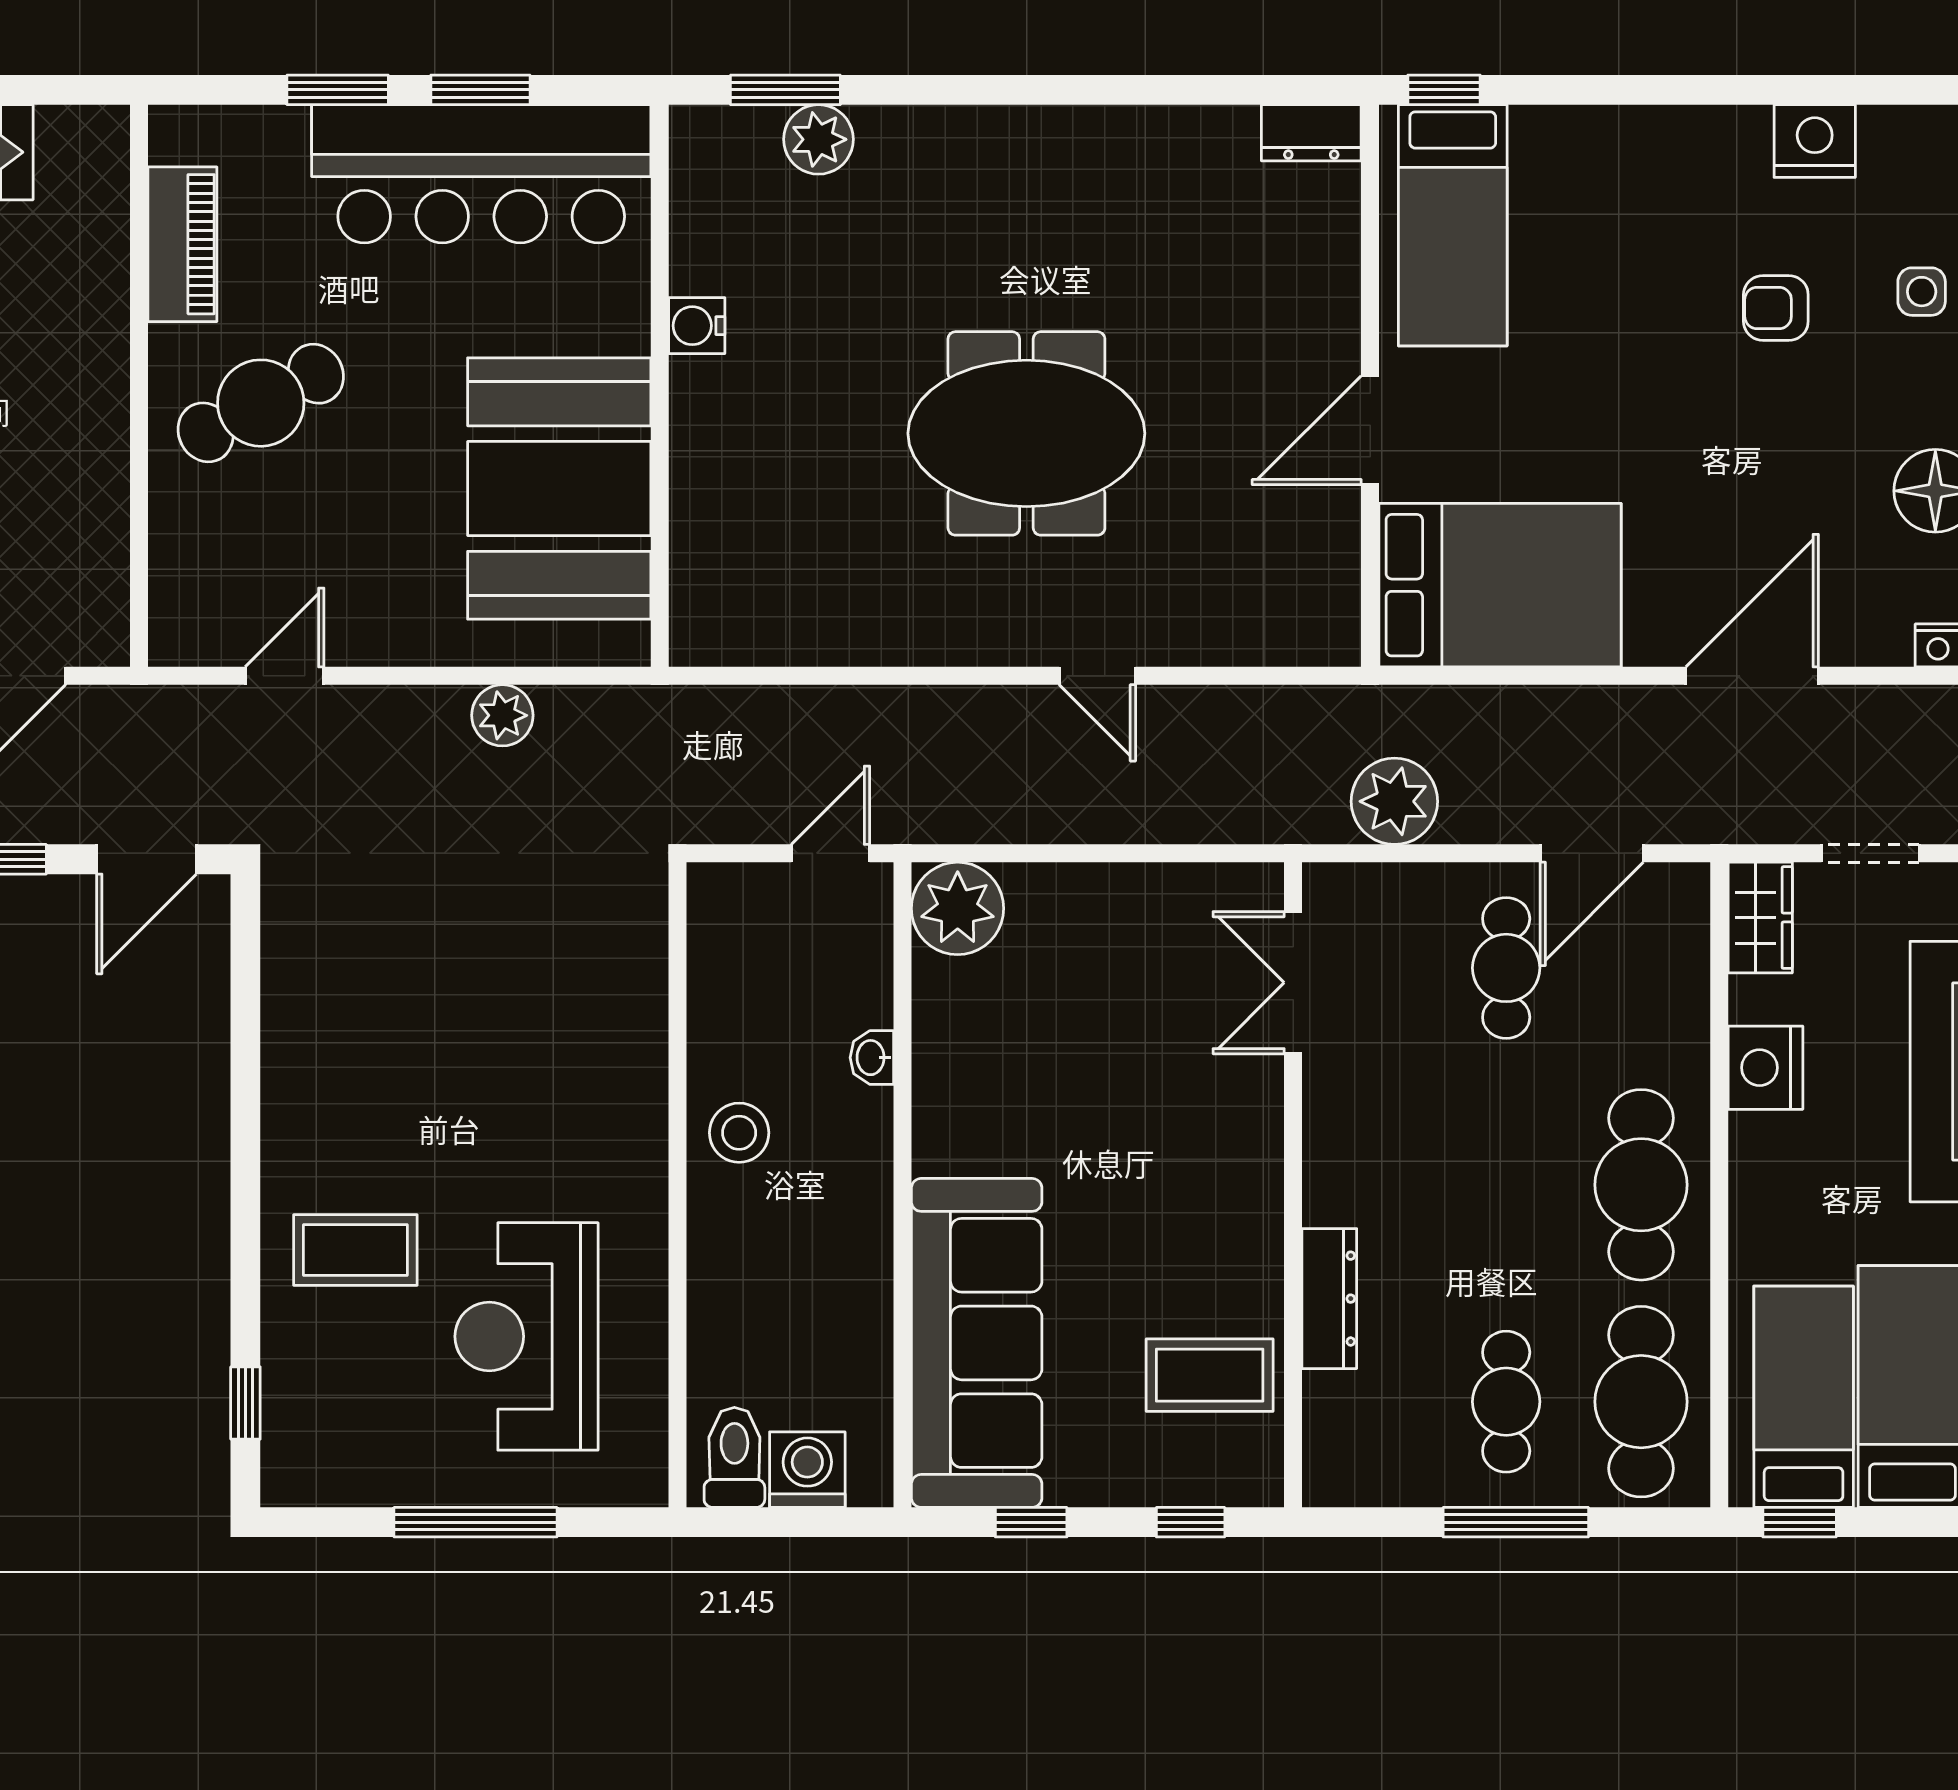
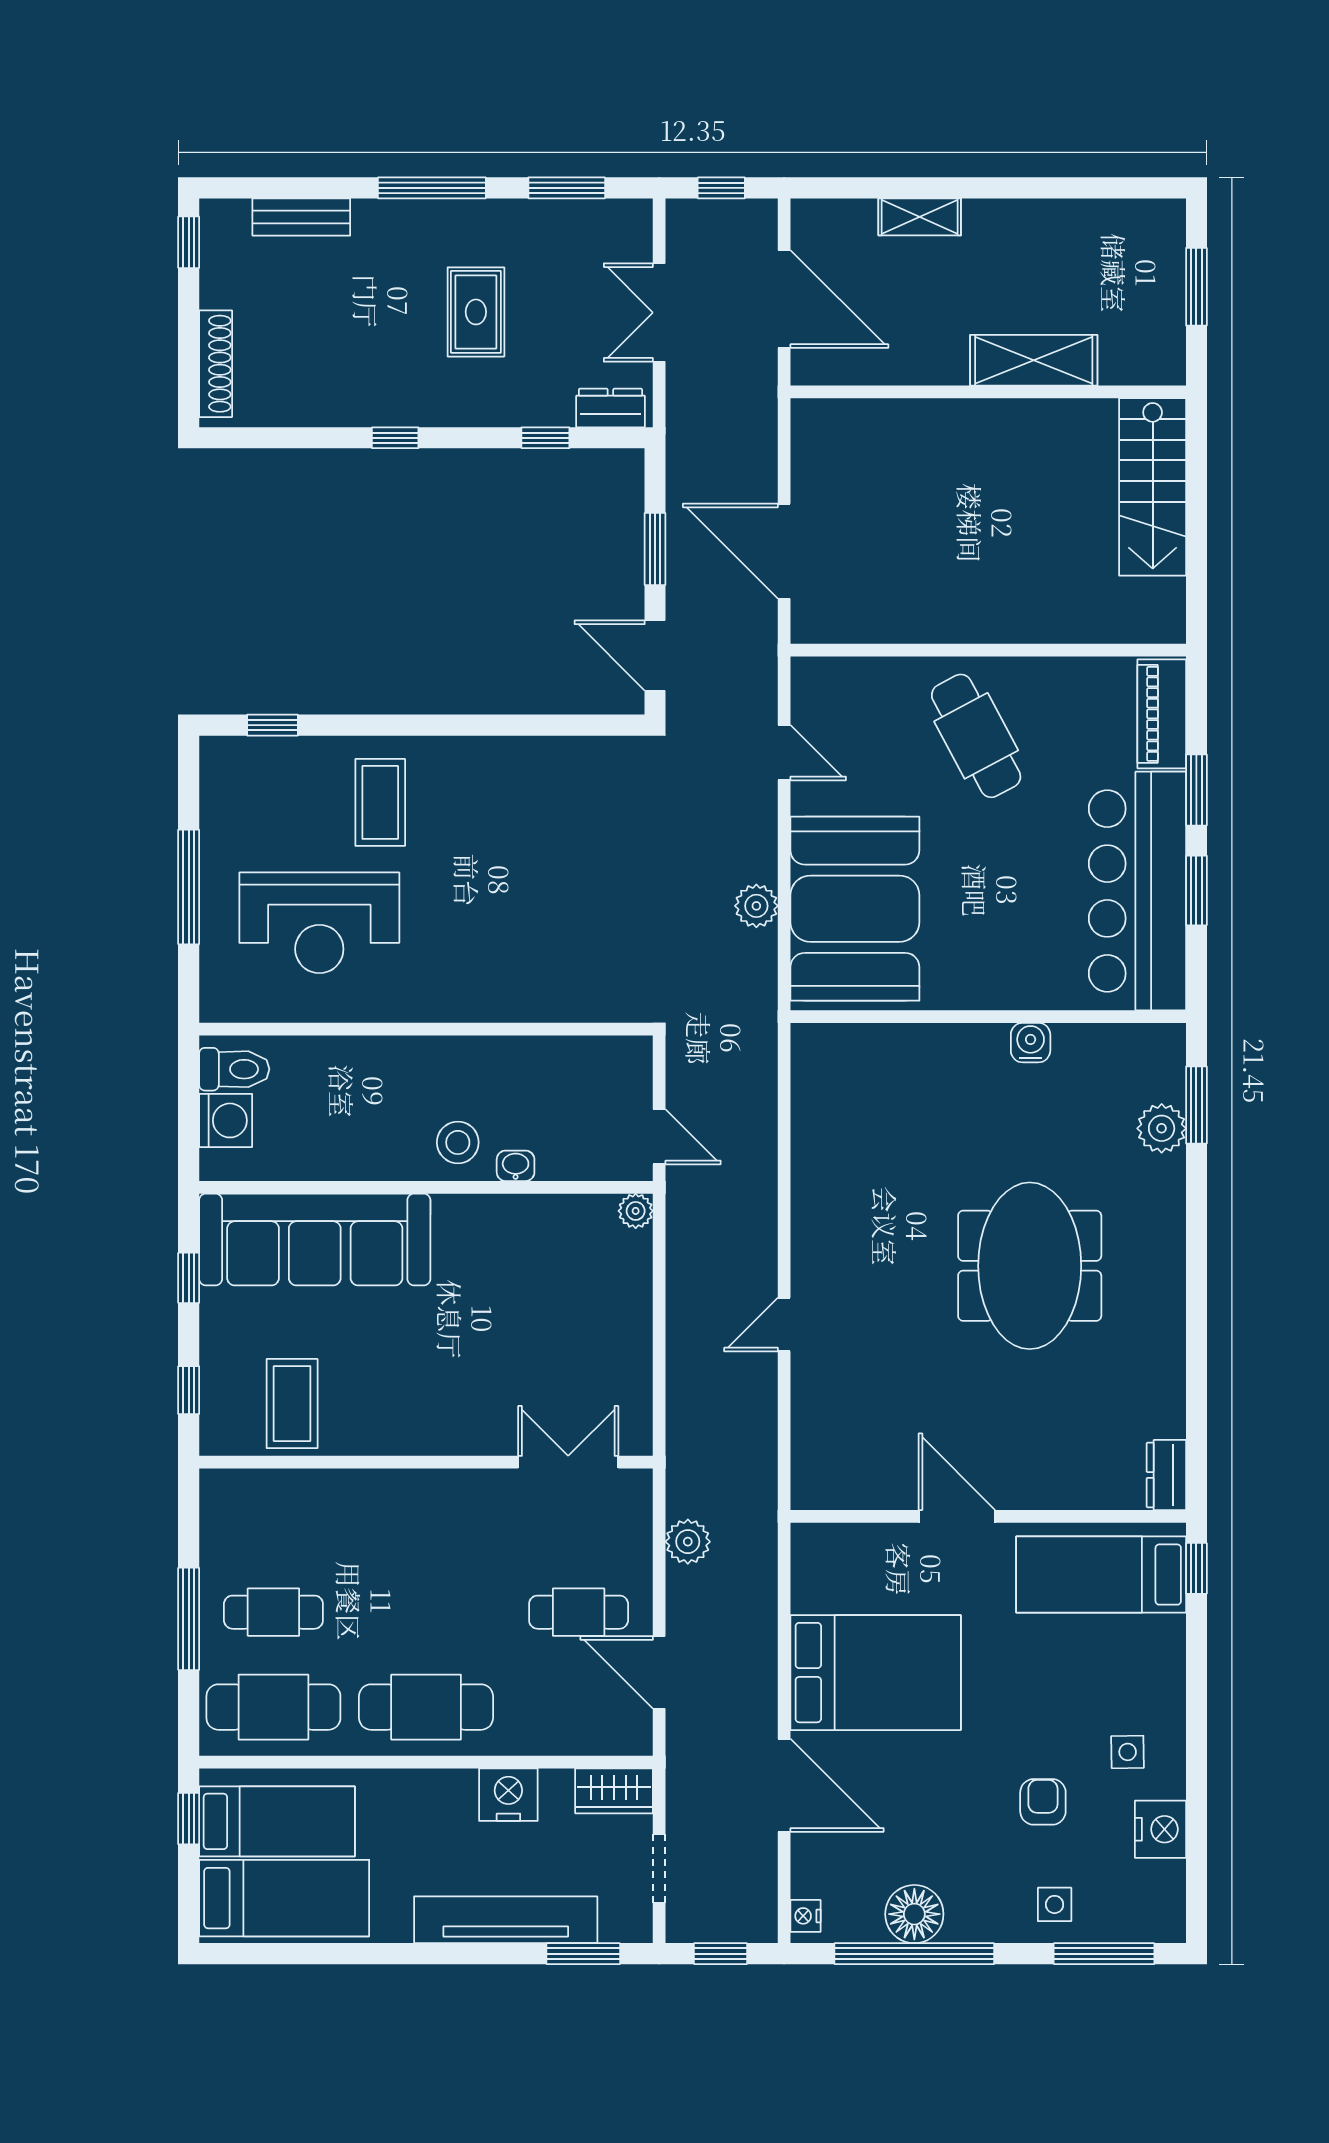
side table: (1705, 188) -> (1128, 1752), added
piano: (182, 244) -> (1162, 714), moved, turned 90
meeting table: (1026, 433) -> (1030, 1266), moved
booth: (559, 489) -> (855, 909), moved, turned 90
bed: (1500, 585) -> (876, 1673), moved, turned -90
plant: (1394, 801) -> (688, 1542), width x0.73, depth x0.73
plant: (958, 908) -> (636, 1211), width x0.53, depth x0.53
stool: (739, 1133) -> (458, 1142), moved
dresser: (1329, 1299) -> (346, 1488), removed
reception desk: (526, 1336) -> (319, 923), turned 180

